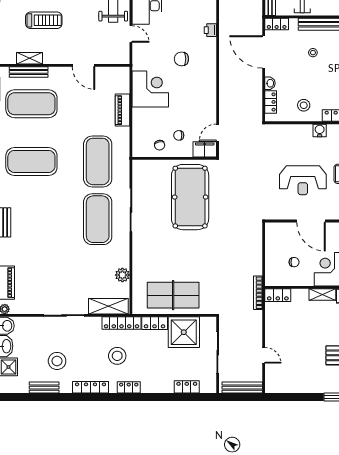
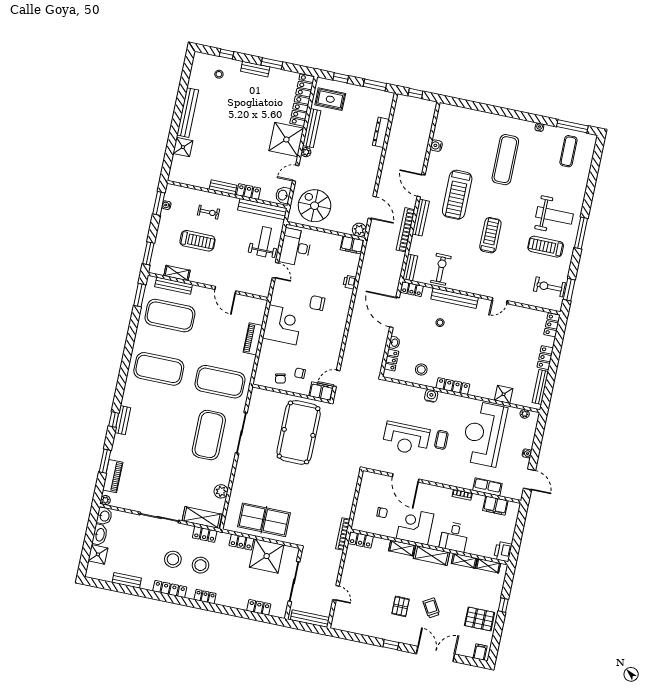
exercise mat: (98, 161) -> (220, 382), turned 90
locker: (122, 323) -> (205, 534), width x0.66
stool: (57, 361) -> (173, 559), moved

